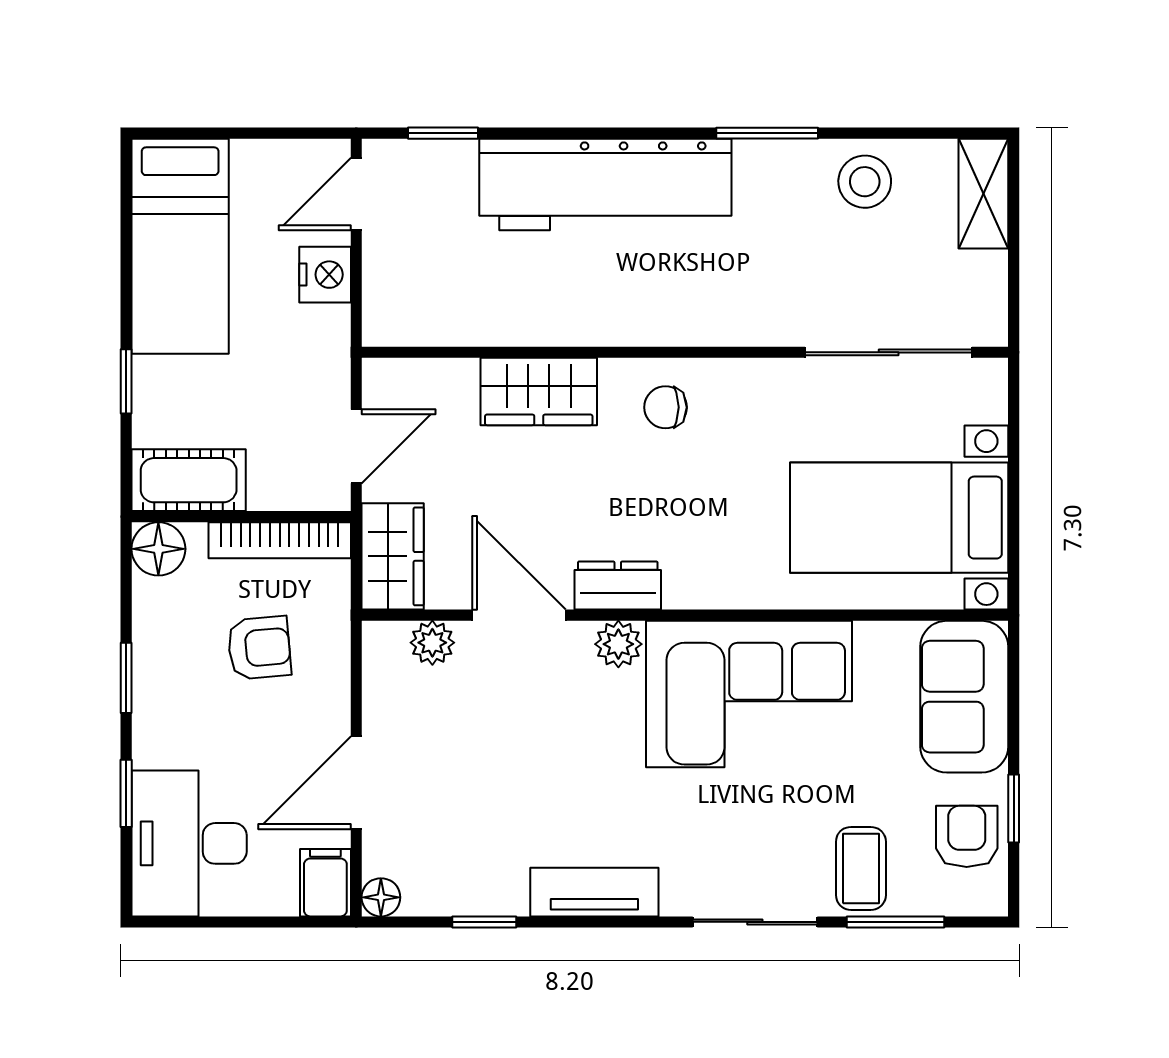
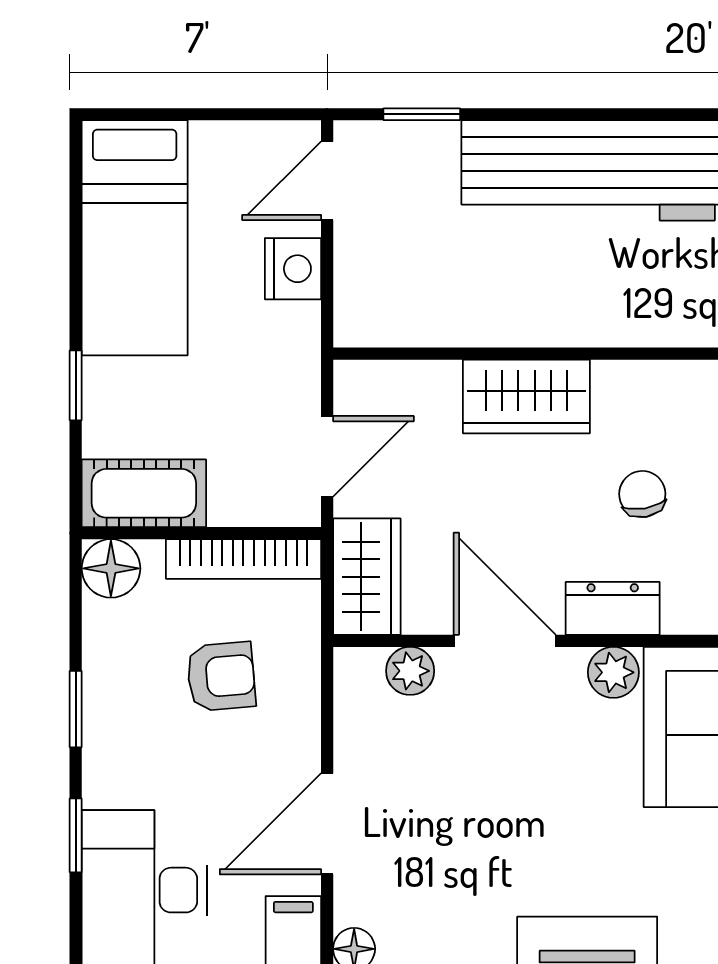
chair: (665, 407) -> (642, 494), moved, turned 80

